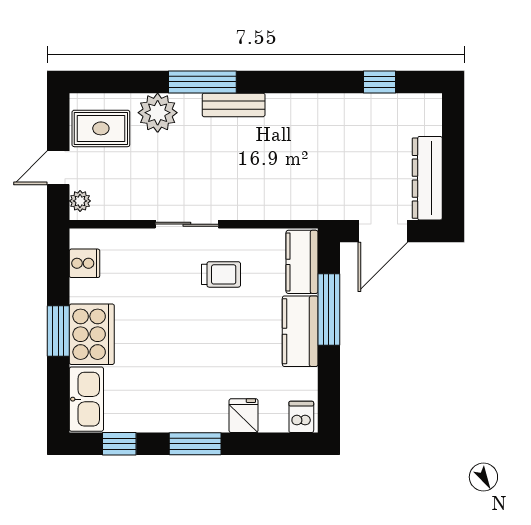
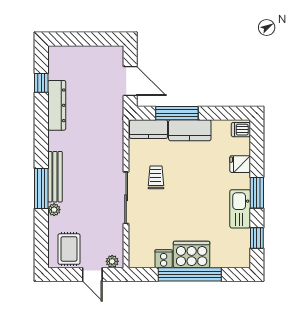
bench: (234, 105) -> (55, 177), width x1.36
plant: (158, 113) -> (54, 210), width x0.53, depth x0.53
dresser: (427, 178) -> (57, 105), moved, turned -90
sliding door: (187, 224) -> (126, 198), width x1.37
cooker: (85, 263) -> (164, 259), moved
window: (58, 331) -> (190, 274), width x2.11
kitchen sink: (86, 399) -> (240, 209), moved, turned -90

